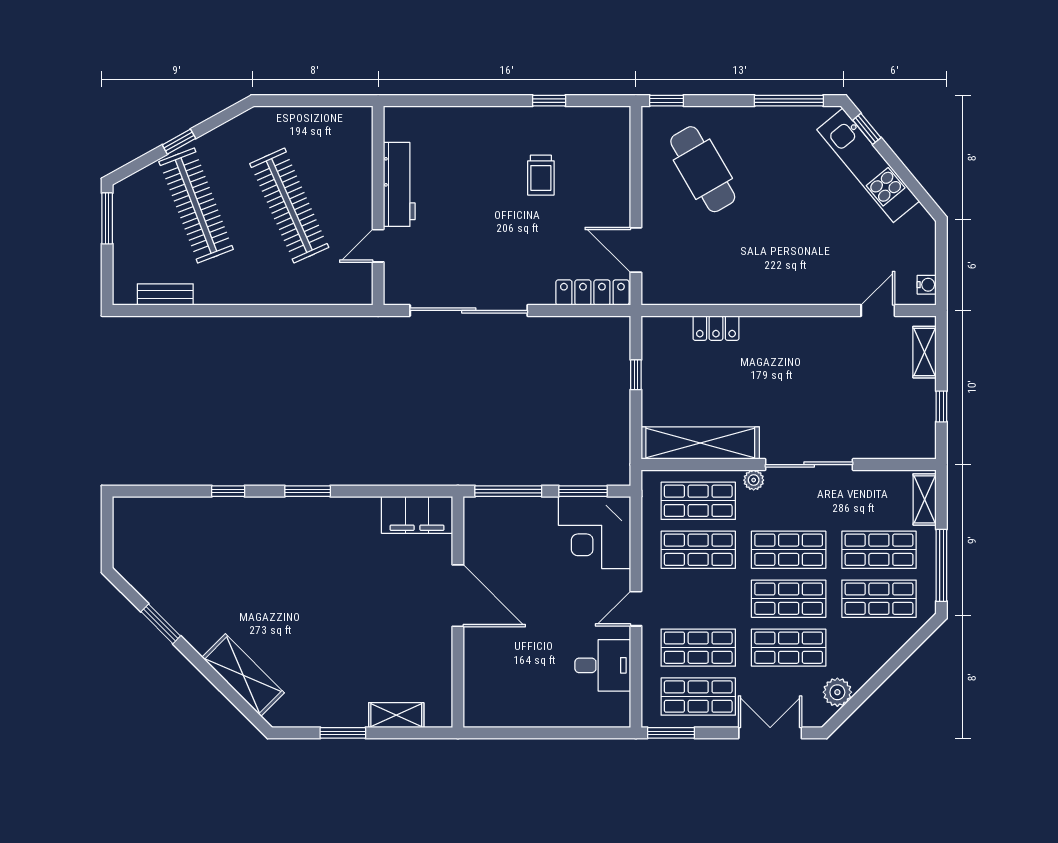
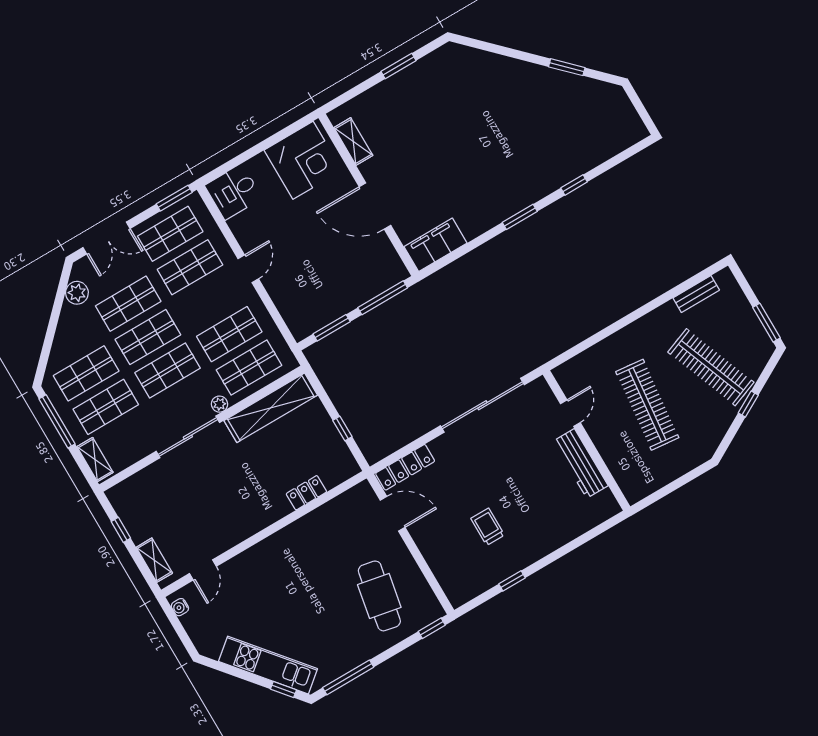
cafe table: (703, 169) -> (379, 596), turned 41
clothes rail: (289, 206) -> (647, 405), turned 30
corner desk: (594, 533) -> (303, 160), moved, turned 90
desk: (603, 665) -> (233, 192), moved
shelving: (243, 675) -> (490, 65), removed
shelving: (396, 715) -> (353, 141), moved, turned 90

